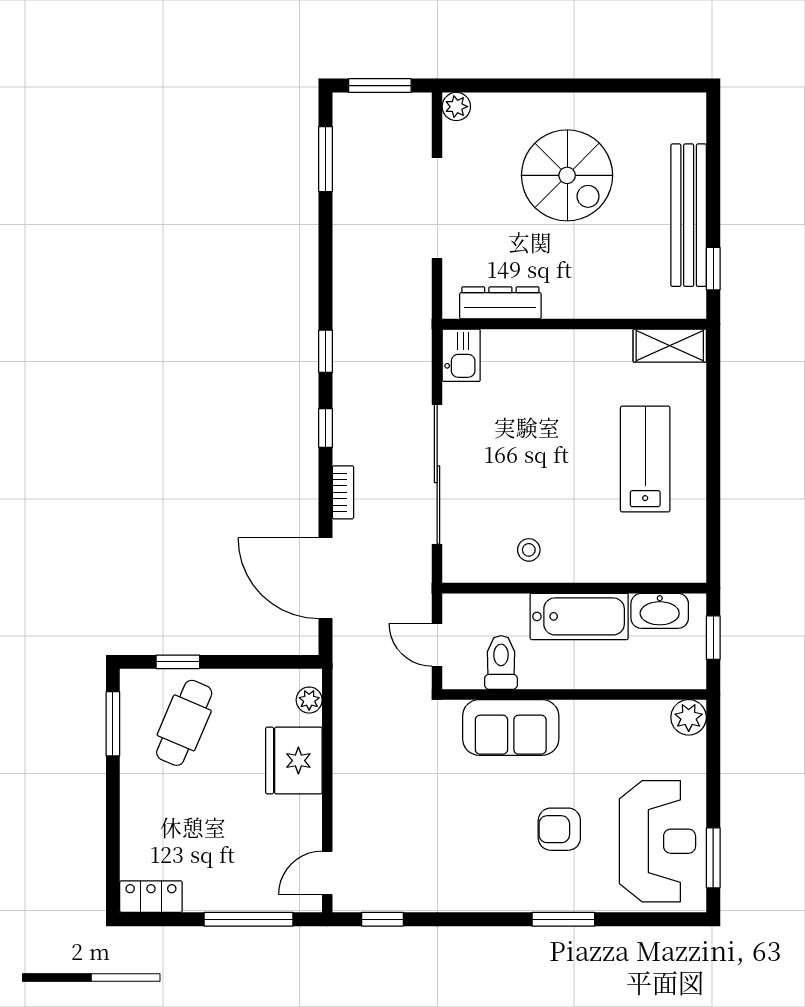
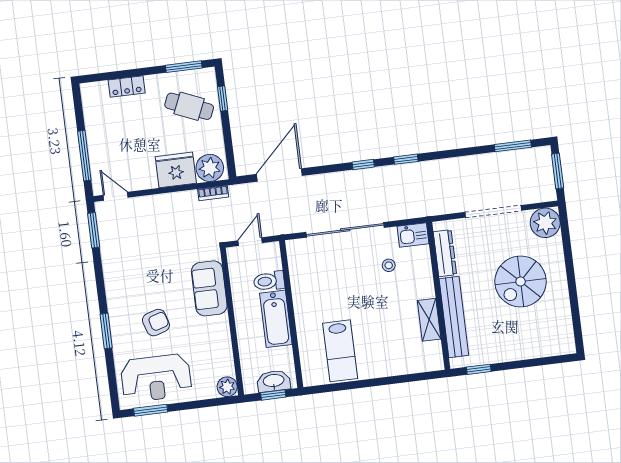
plant: (456, 107) -> (545, 223), width x1.88, depth x1.88
bench: (689, 215) -> (454, 317), moved, turned 90
shelving: (670, 346) -> (429, 320), moved
lab bench: (645, 459) -> (340, 351), moved, turned 90
bookcase: (343, 492) -> (213, 193), moved
stool: (529, 550) -> (389, 265), moved
washbasin: (660, 611) -> (274, 381), moved, turned 90
toilet: (501, 662) -> (269, 281), moved, turned 180
plant: (309, 700) -> (210, 168), width x1.88, depth x1.88
armchair: (559, 829) -> (156, 323), turned 73
locker: (151, 897) -> (127, 87), moved, turned 90
window: (382, 919) -> (94, 230), width x1.50

